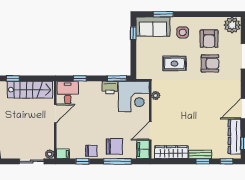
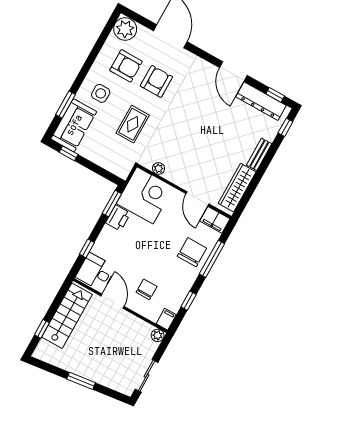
chair: (91, 151) -> (147, 289), moved
sliding door: (32, 161) -> (147, 376), moved
window: (203, 161) -> (269, 156), removed

